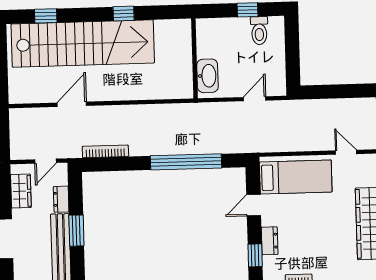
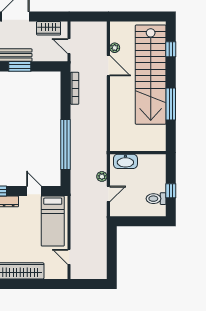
window: (124, 14) -> (171, 104), width x2.17
plant: (46, 96) -> (115, 48), added
door: (255, 99) -> (108, 194), hinge flipped
plant: (230, 109) -> (102, 176), added
door: (346, 152) -> (69, 257), swing flipped
dresser: (61, 199) -> (42, 56), removed

